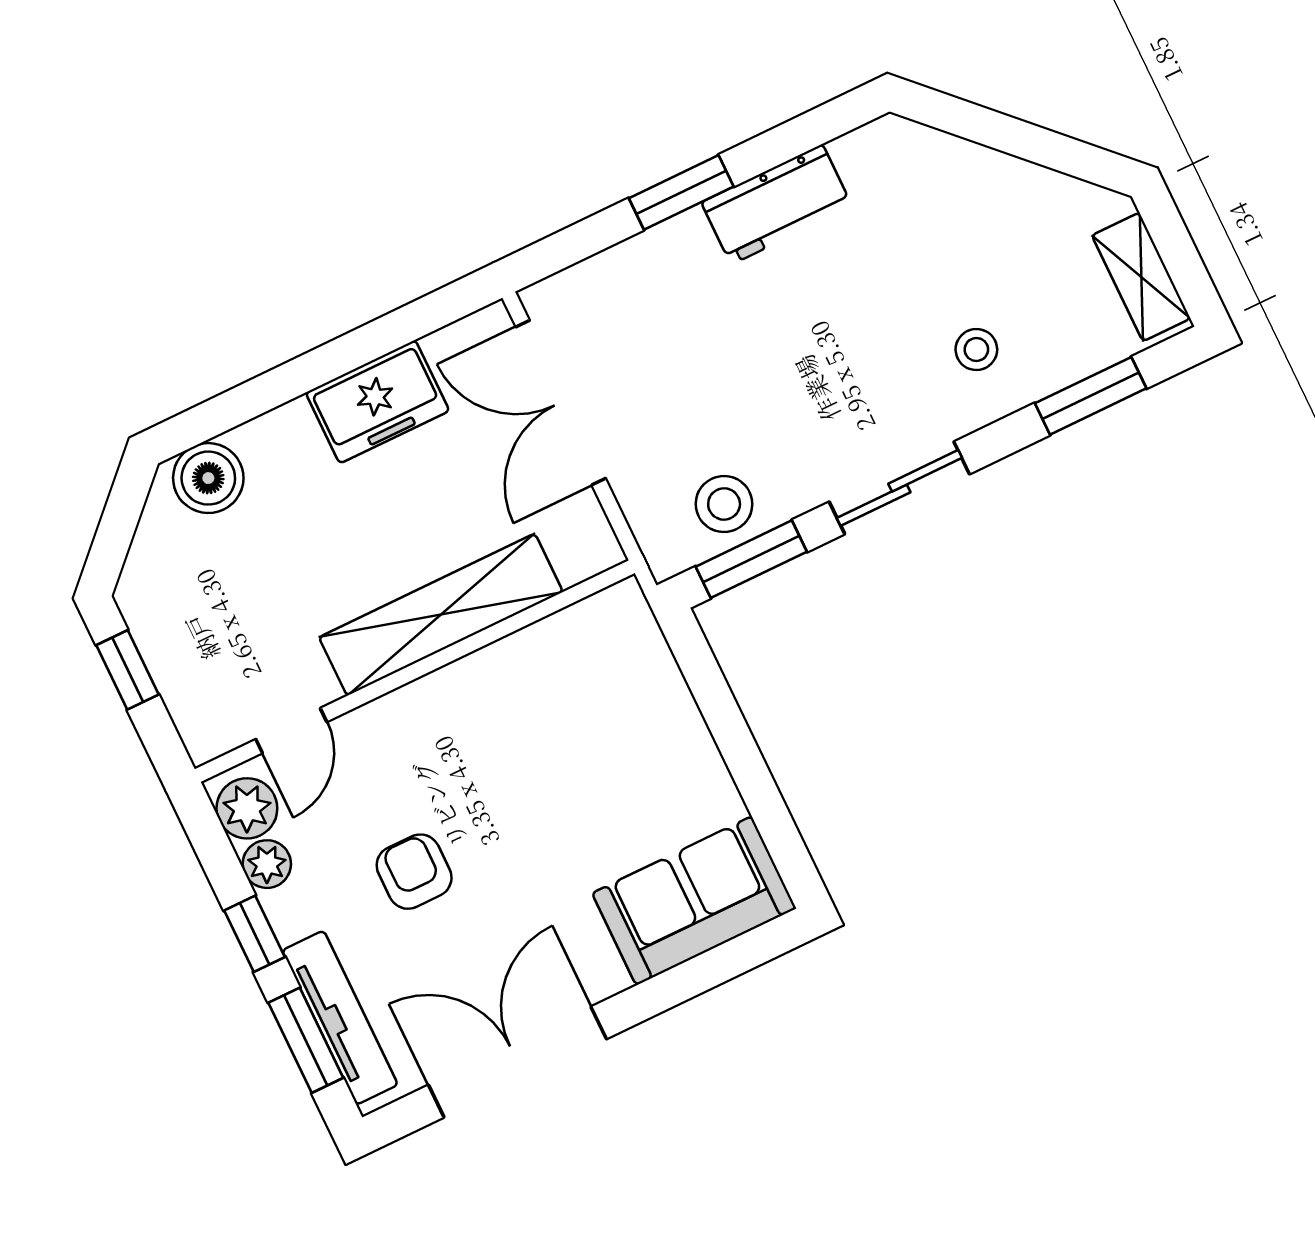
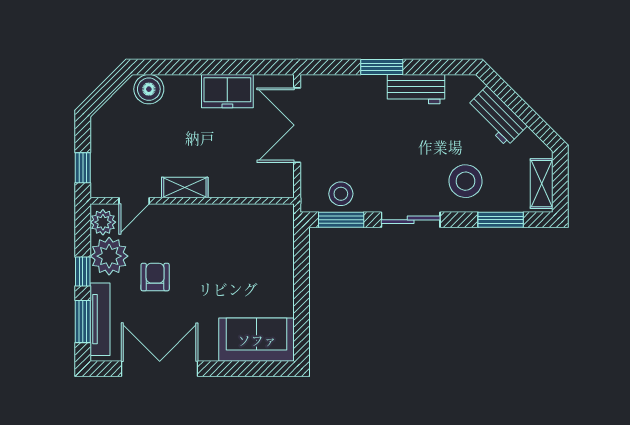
workbench: (977, 179) -> (497, 116), added
stool: (976, 350) -> (465, 181), width x1.89, depth x1.89
shelving: (441, 615) -> (185, 187), width x0.45, depth x0.75
window: (128, 670) -> (83, 168), moved
plant: (267, 864) -> (109, 256), width x1.88, depth x1.88

